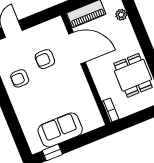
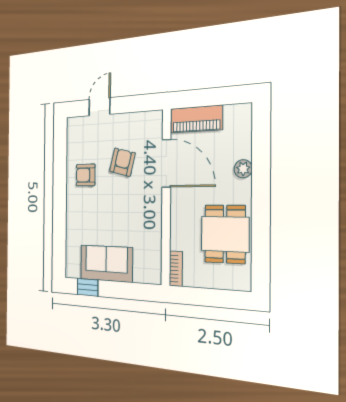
plant: (121, 15) -> (243, 169), moved
armchair: (45, 59) -> (122, 162), turned 104

